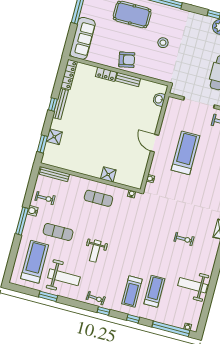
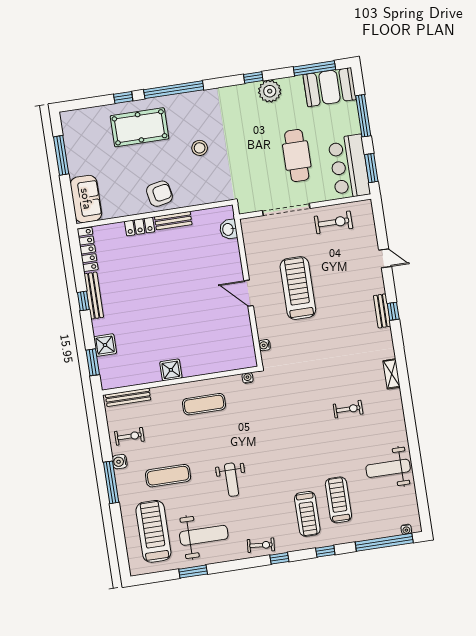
sofa: (82, 38) -> (86, 199), width x0.73
shower: (108, 174) -> (171, 370), moved

